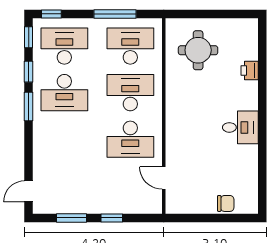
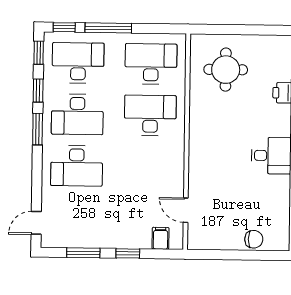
window: (115, 14) -> (108, 28), moved
desk: (130, 139) -> (77, 166), moved
filing cabinet: (141, 204) -> (161, 238), added

